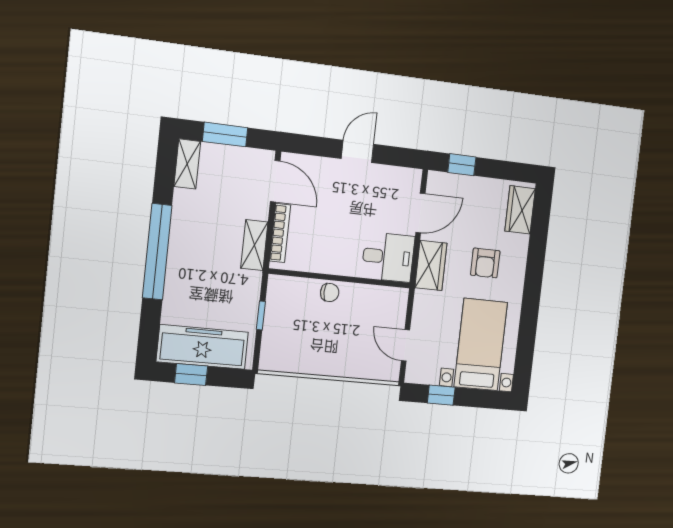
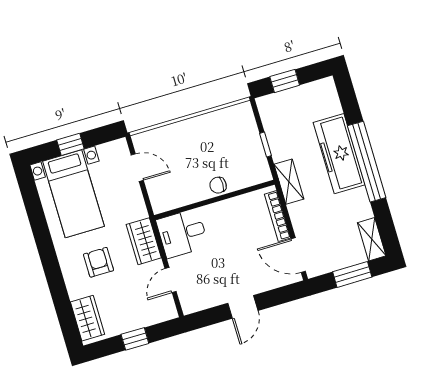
window: (462, 165) -> (135, 339), moved
door: (420, 213) -> (171, 280), width x0.73
shelving: (254, 245) -> (289, 182), moved
freezer: (202, 347) -> (339, 154), moved, turned 90
window: (191, 374) -> (285, 81), moved
window: (441, 395) -> (70, 144), moved

